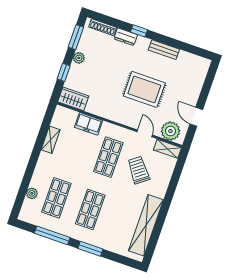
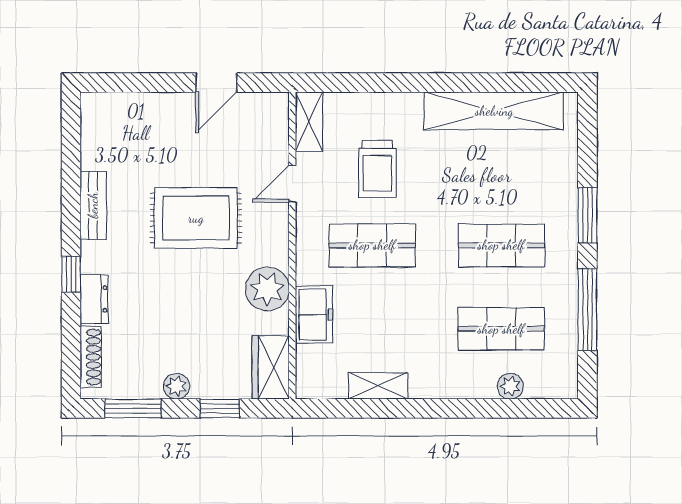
rug: (144, 89) -> (196, 218), turned 90
plant: (170, 131) -> (267, 289), moved
trolley: (139, 170) -> (377, 169), turned -53

